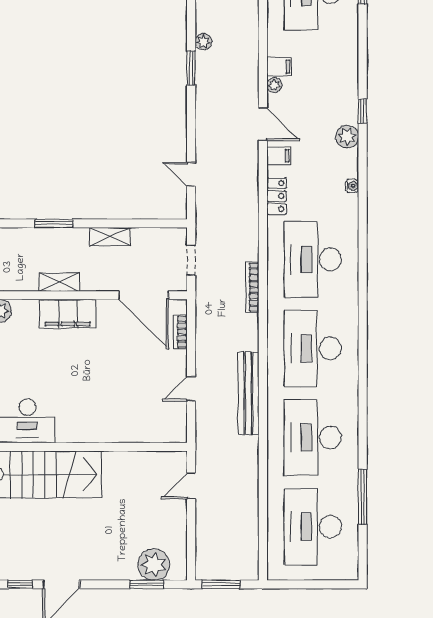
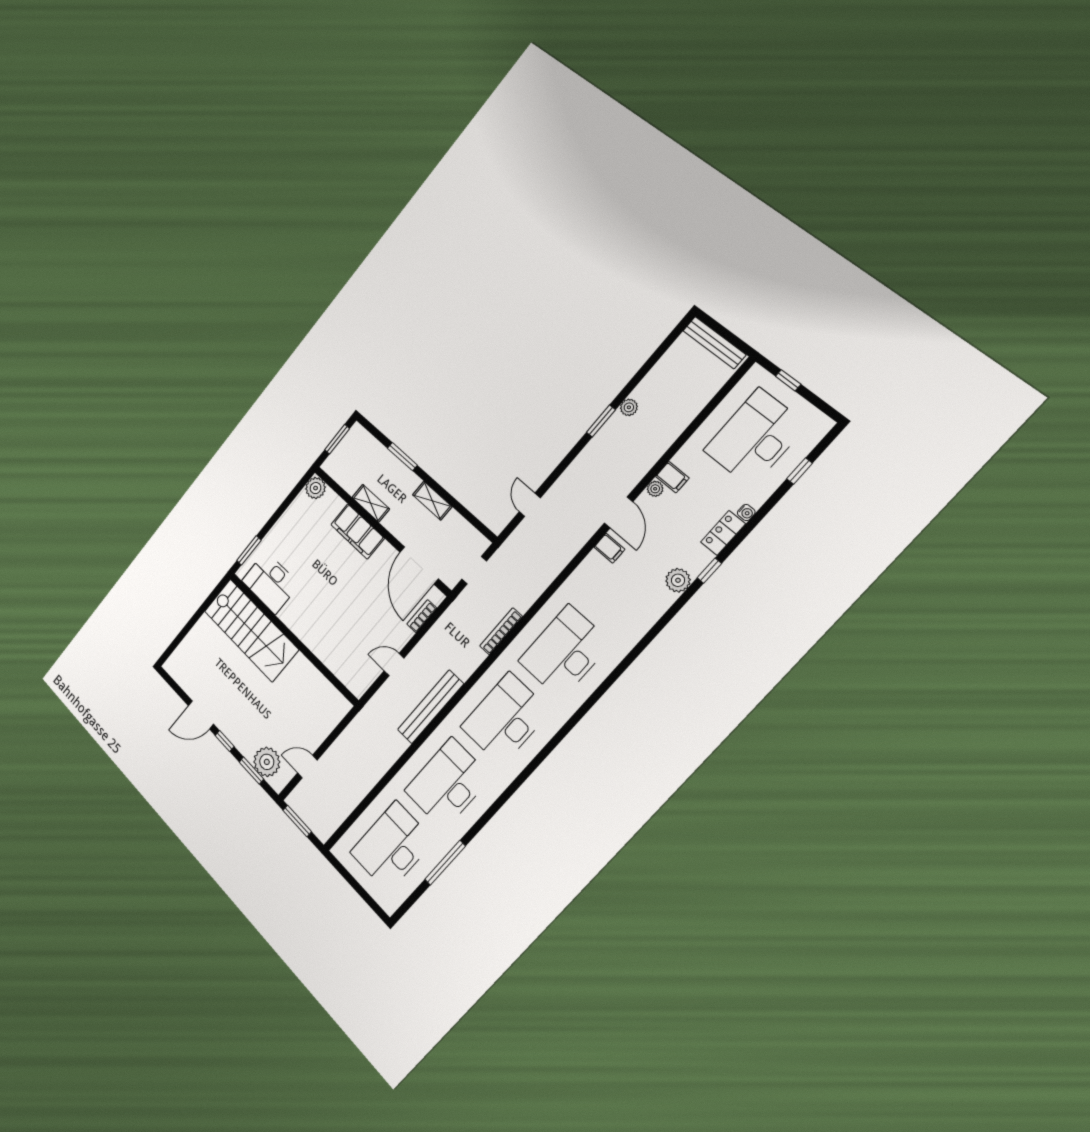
water cooler: (352, 186) -> (746, 513), moved
locker: (277, 196) -> (723, 533), moved, turned 180
door: (191, 486) -> (307, 767), moved
window: (20, 584) -> (225, 741), moved

